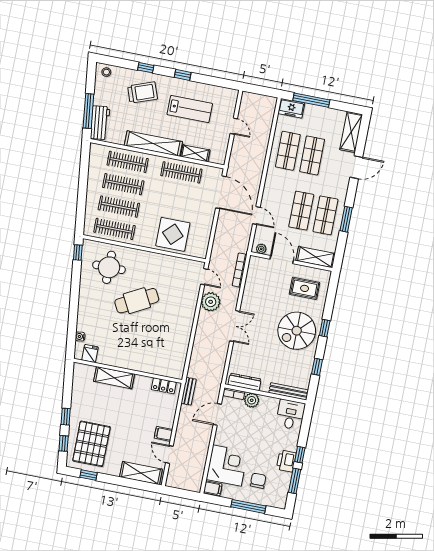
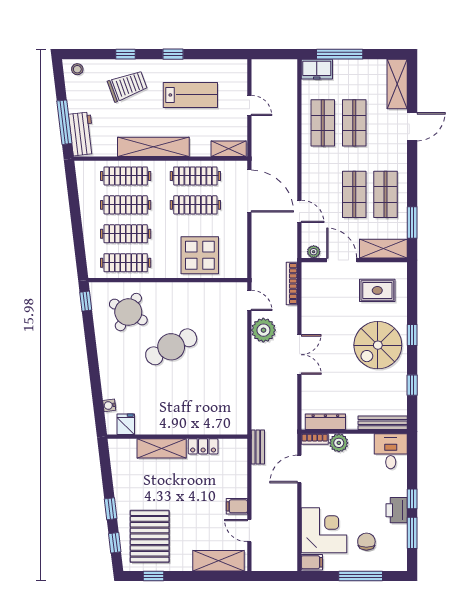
shelving: (195, 153) -> (229, 149), moved
clothes rail: (177, 195) -> (195, 205), added
window: (346, 219) -> (412, 222), moved
round table: (109, 267) -> (128, 312), turned 30
locker: (164, 386) -> (203, 446), moved

